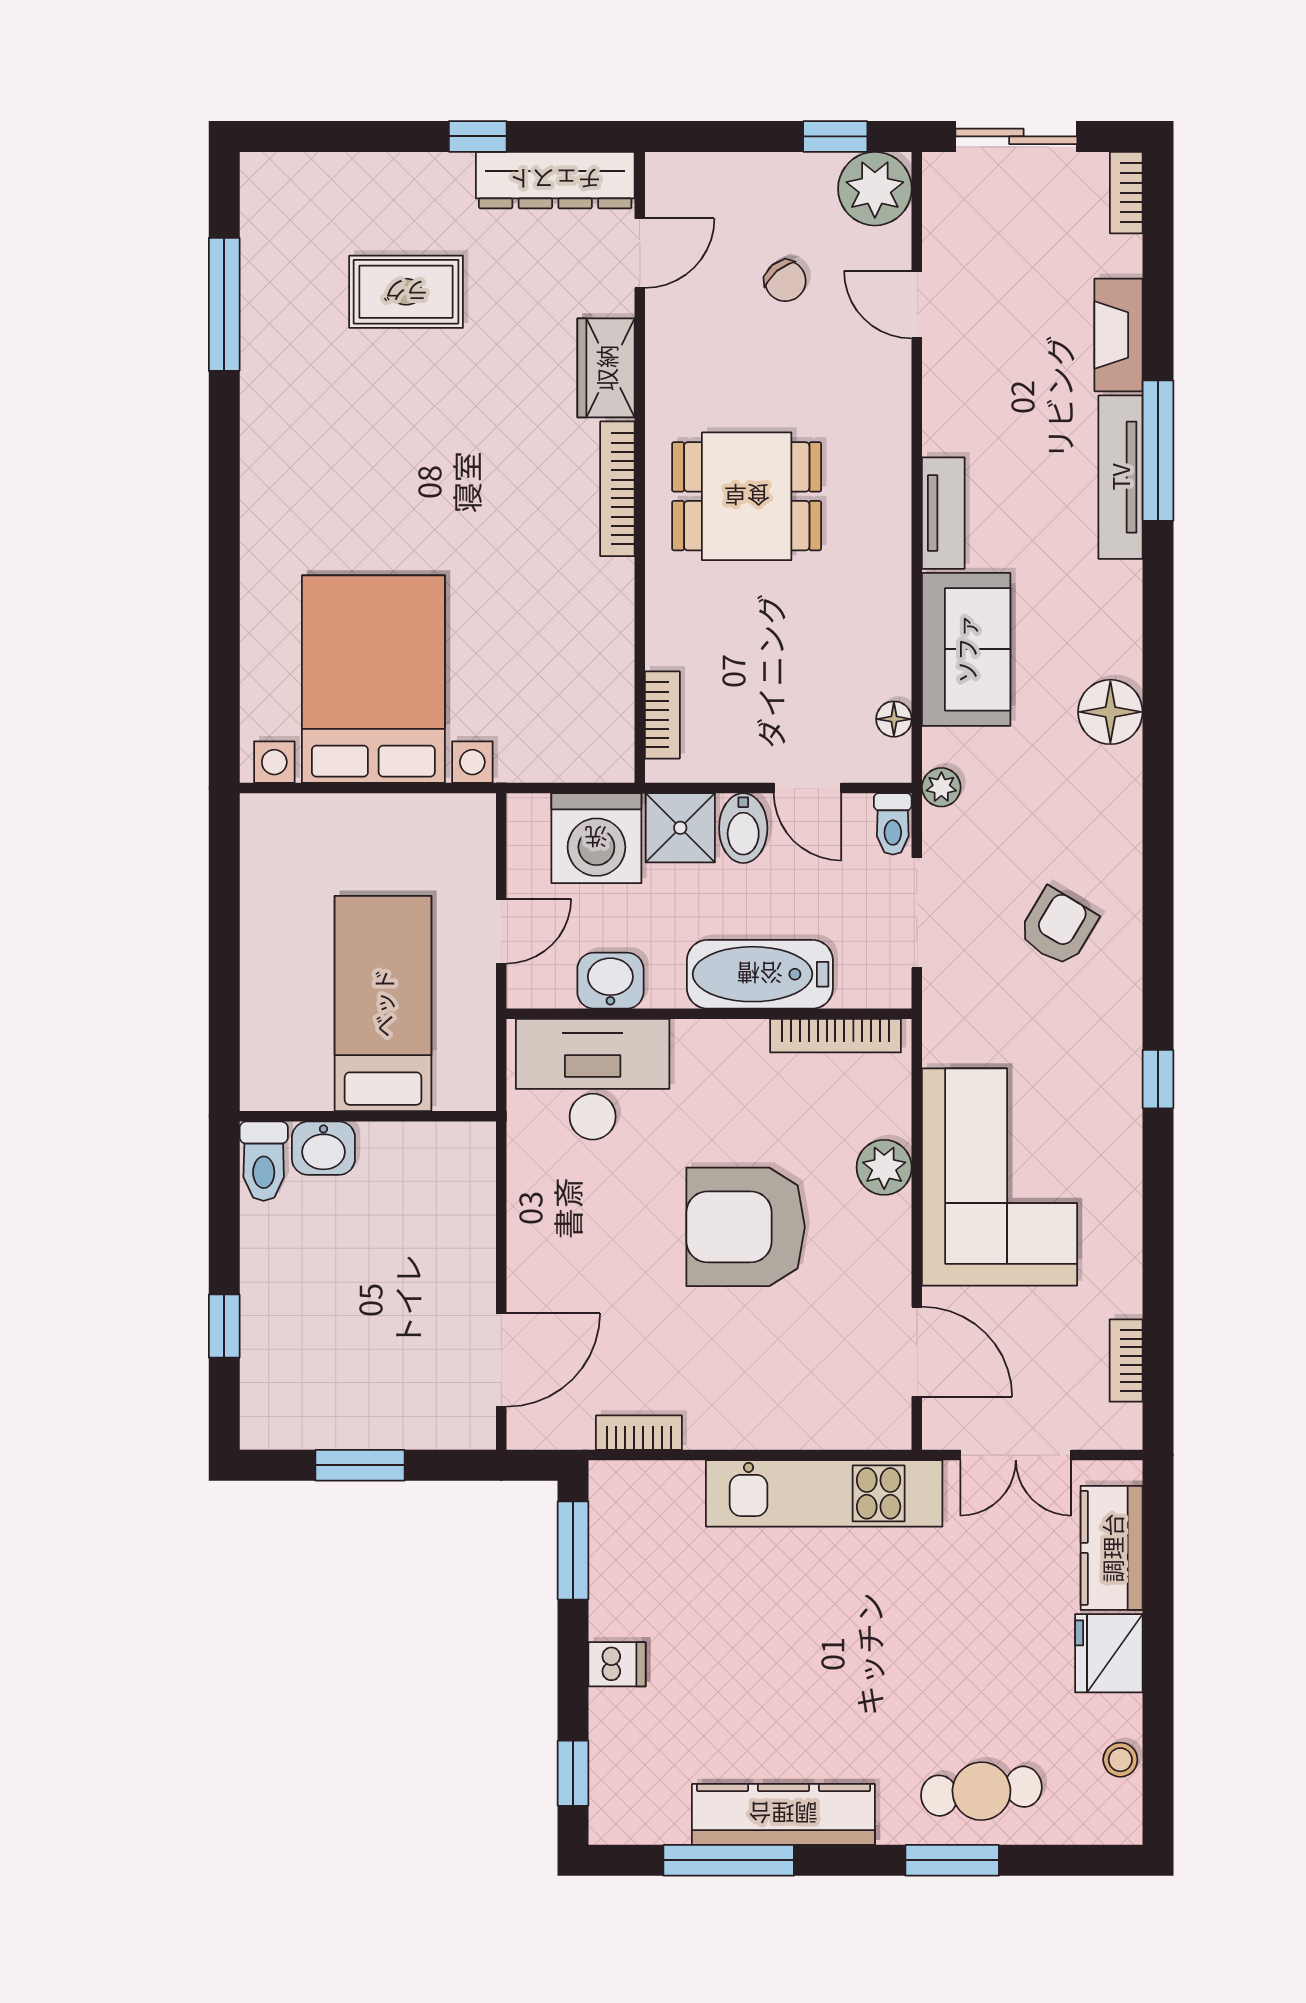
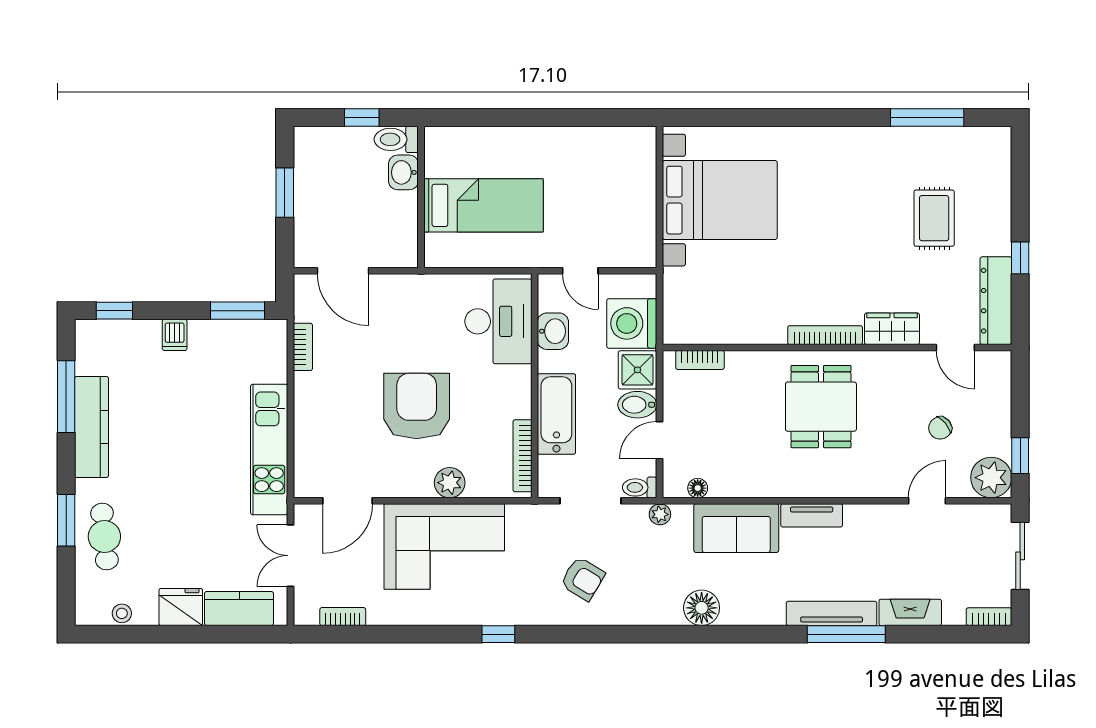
bed: (383, 1003) -> (483, 205), moved
wall: (368, 1116) -> (421, 197), moved
washbasin: (323, 1148) -> (403, 172), moved
toilet: (264, 1161) -> (396, 139), moved

